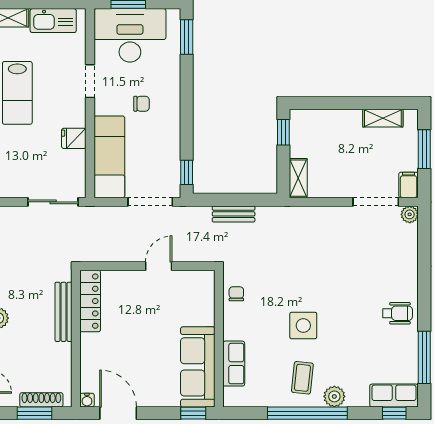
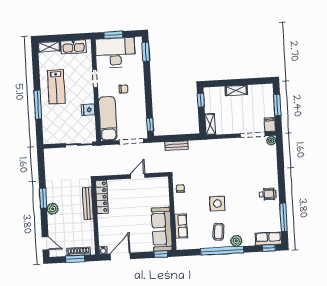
shelving: (383, 118) -> (236, 91), moved
door: (118, 413) -> (120, 256), hinge flipped

